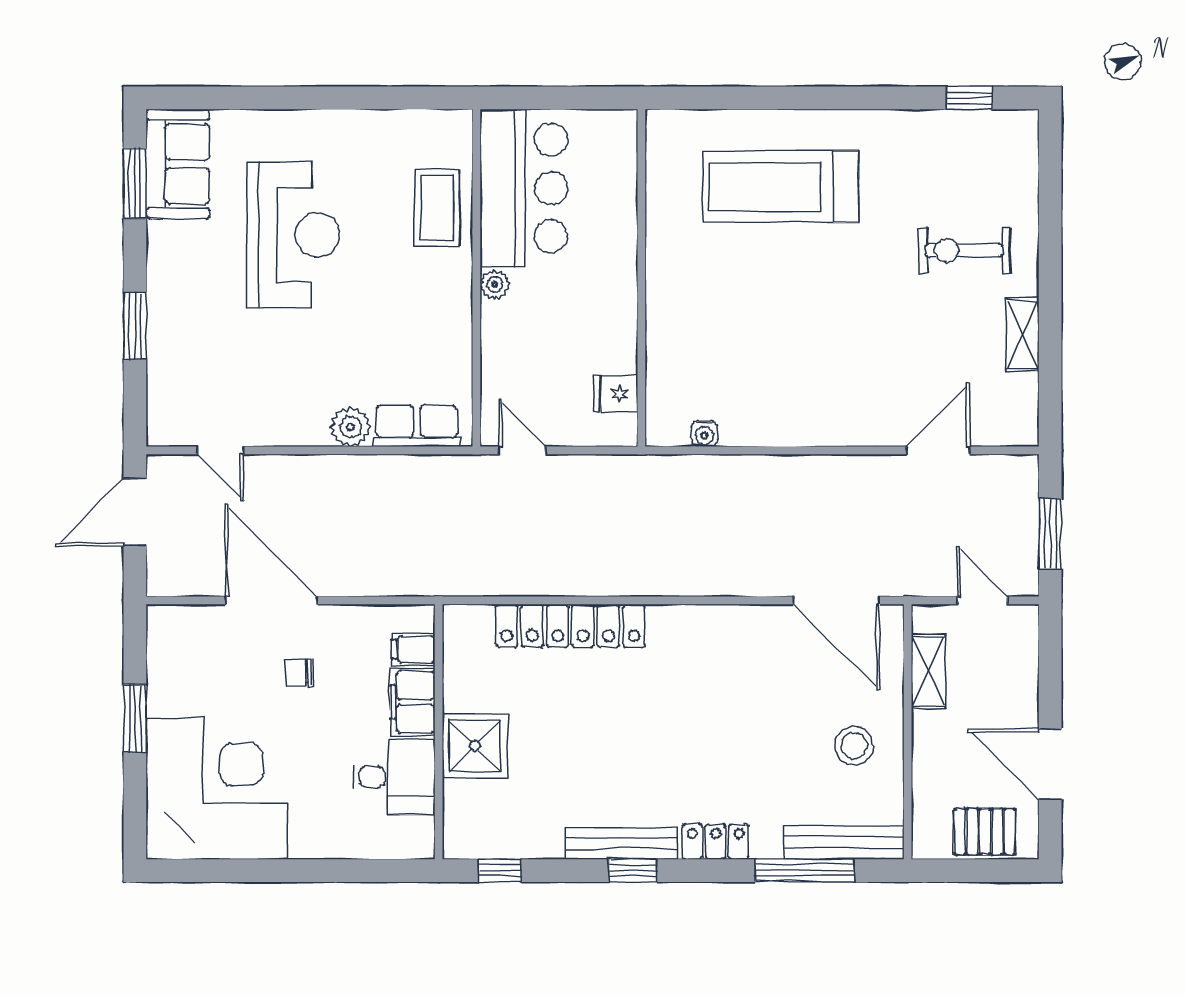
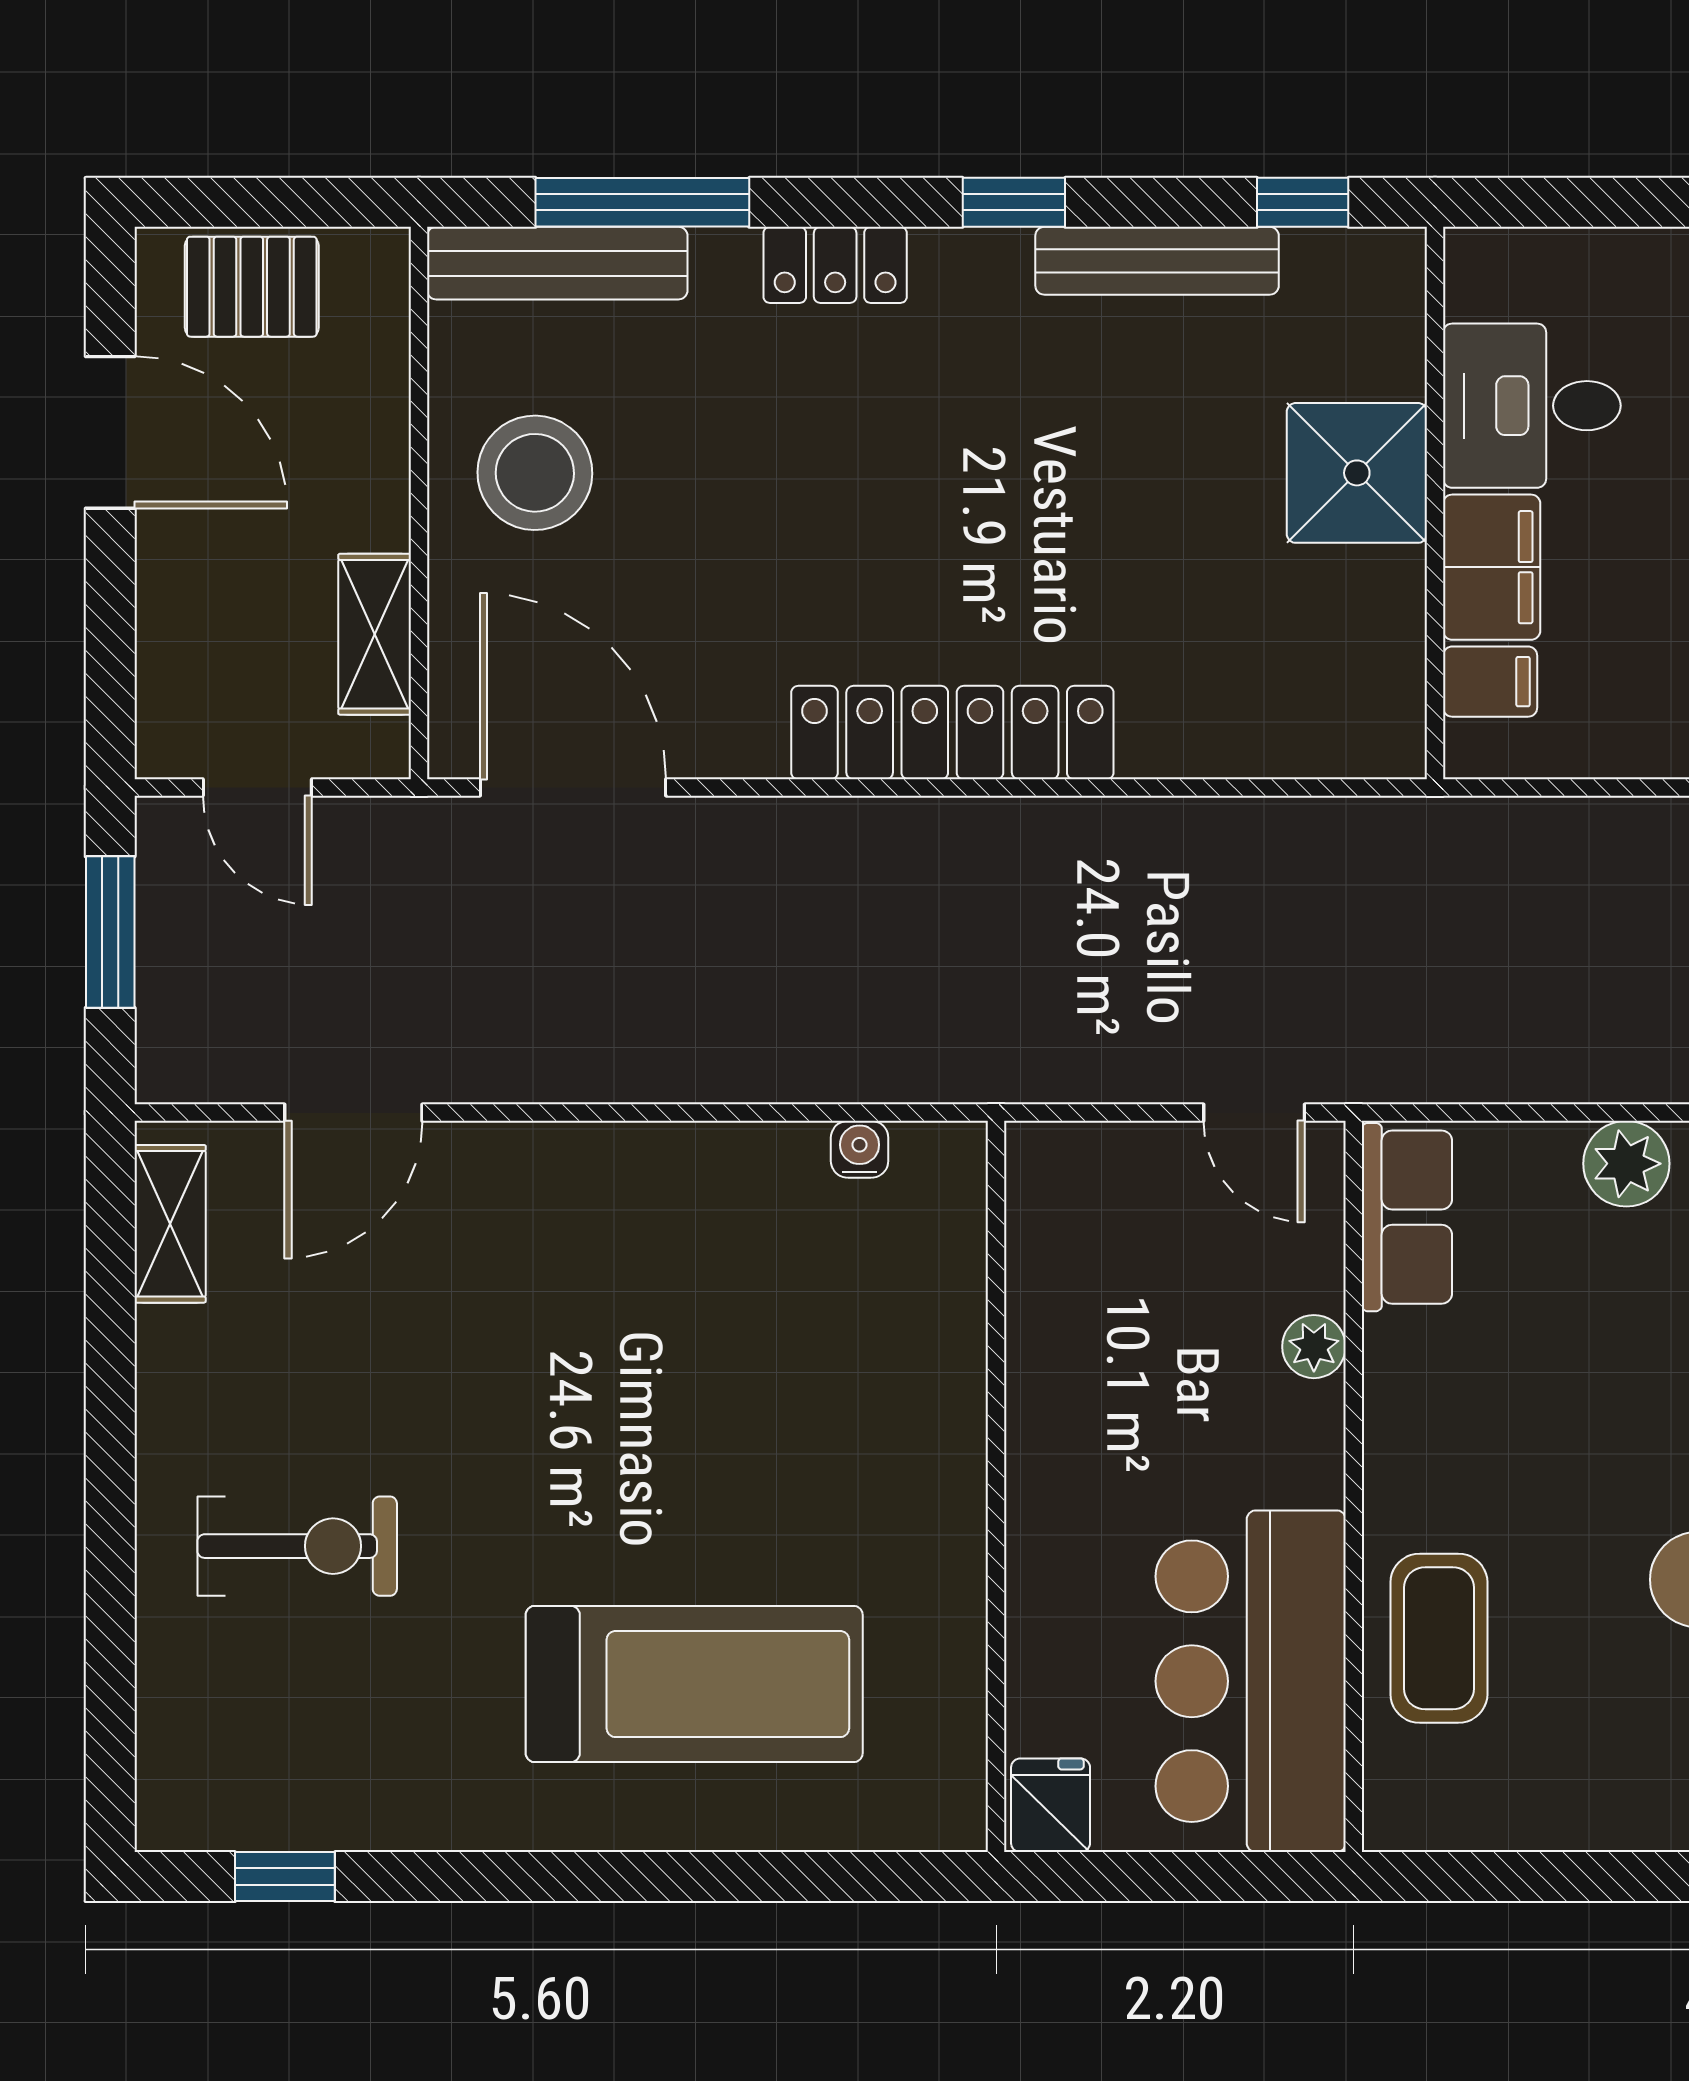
plant: (495, 285) -> (1314, 1347), moved
shelving: (1023, 335) -> (170, 1224), moved
fridge: (616, 394) -> (1051, 1805), moved, turned -90
row of seats: (417, 426) -> (1407, 1217), moved, turned -90
locker: (570, 626) -> (952, 733), moved
stool: (854, 746) -> (535, 473), width x1.38, depth x1.38
bench: (622, 844) -> (1157, 261), moved

